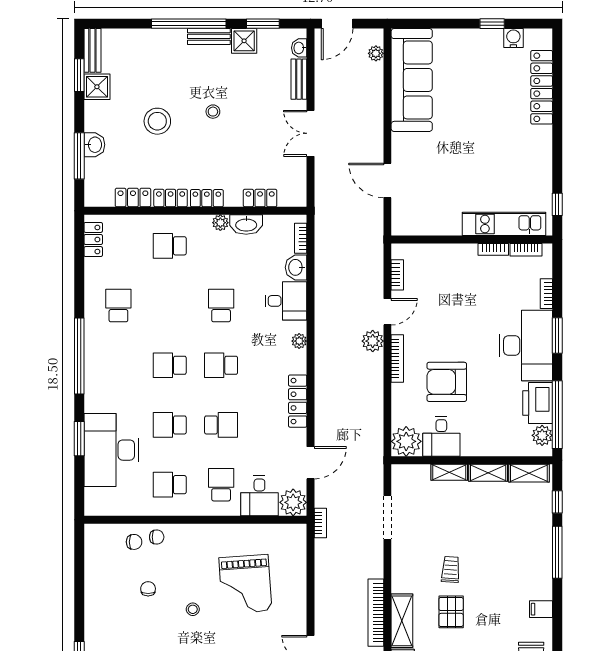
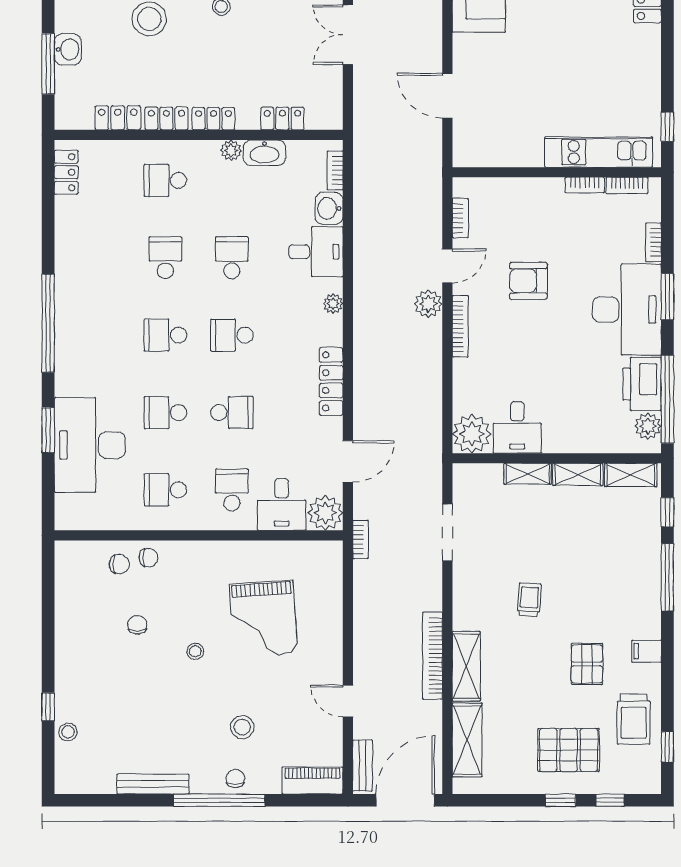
school desk: (118, 306) -> (165, 258), moved
armchair: (447, 382) -> (528, 281), moved, width x0.73, depth x0.73
pallet: (451, 612) -> (587, 664), moved

